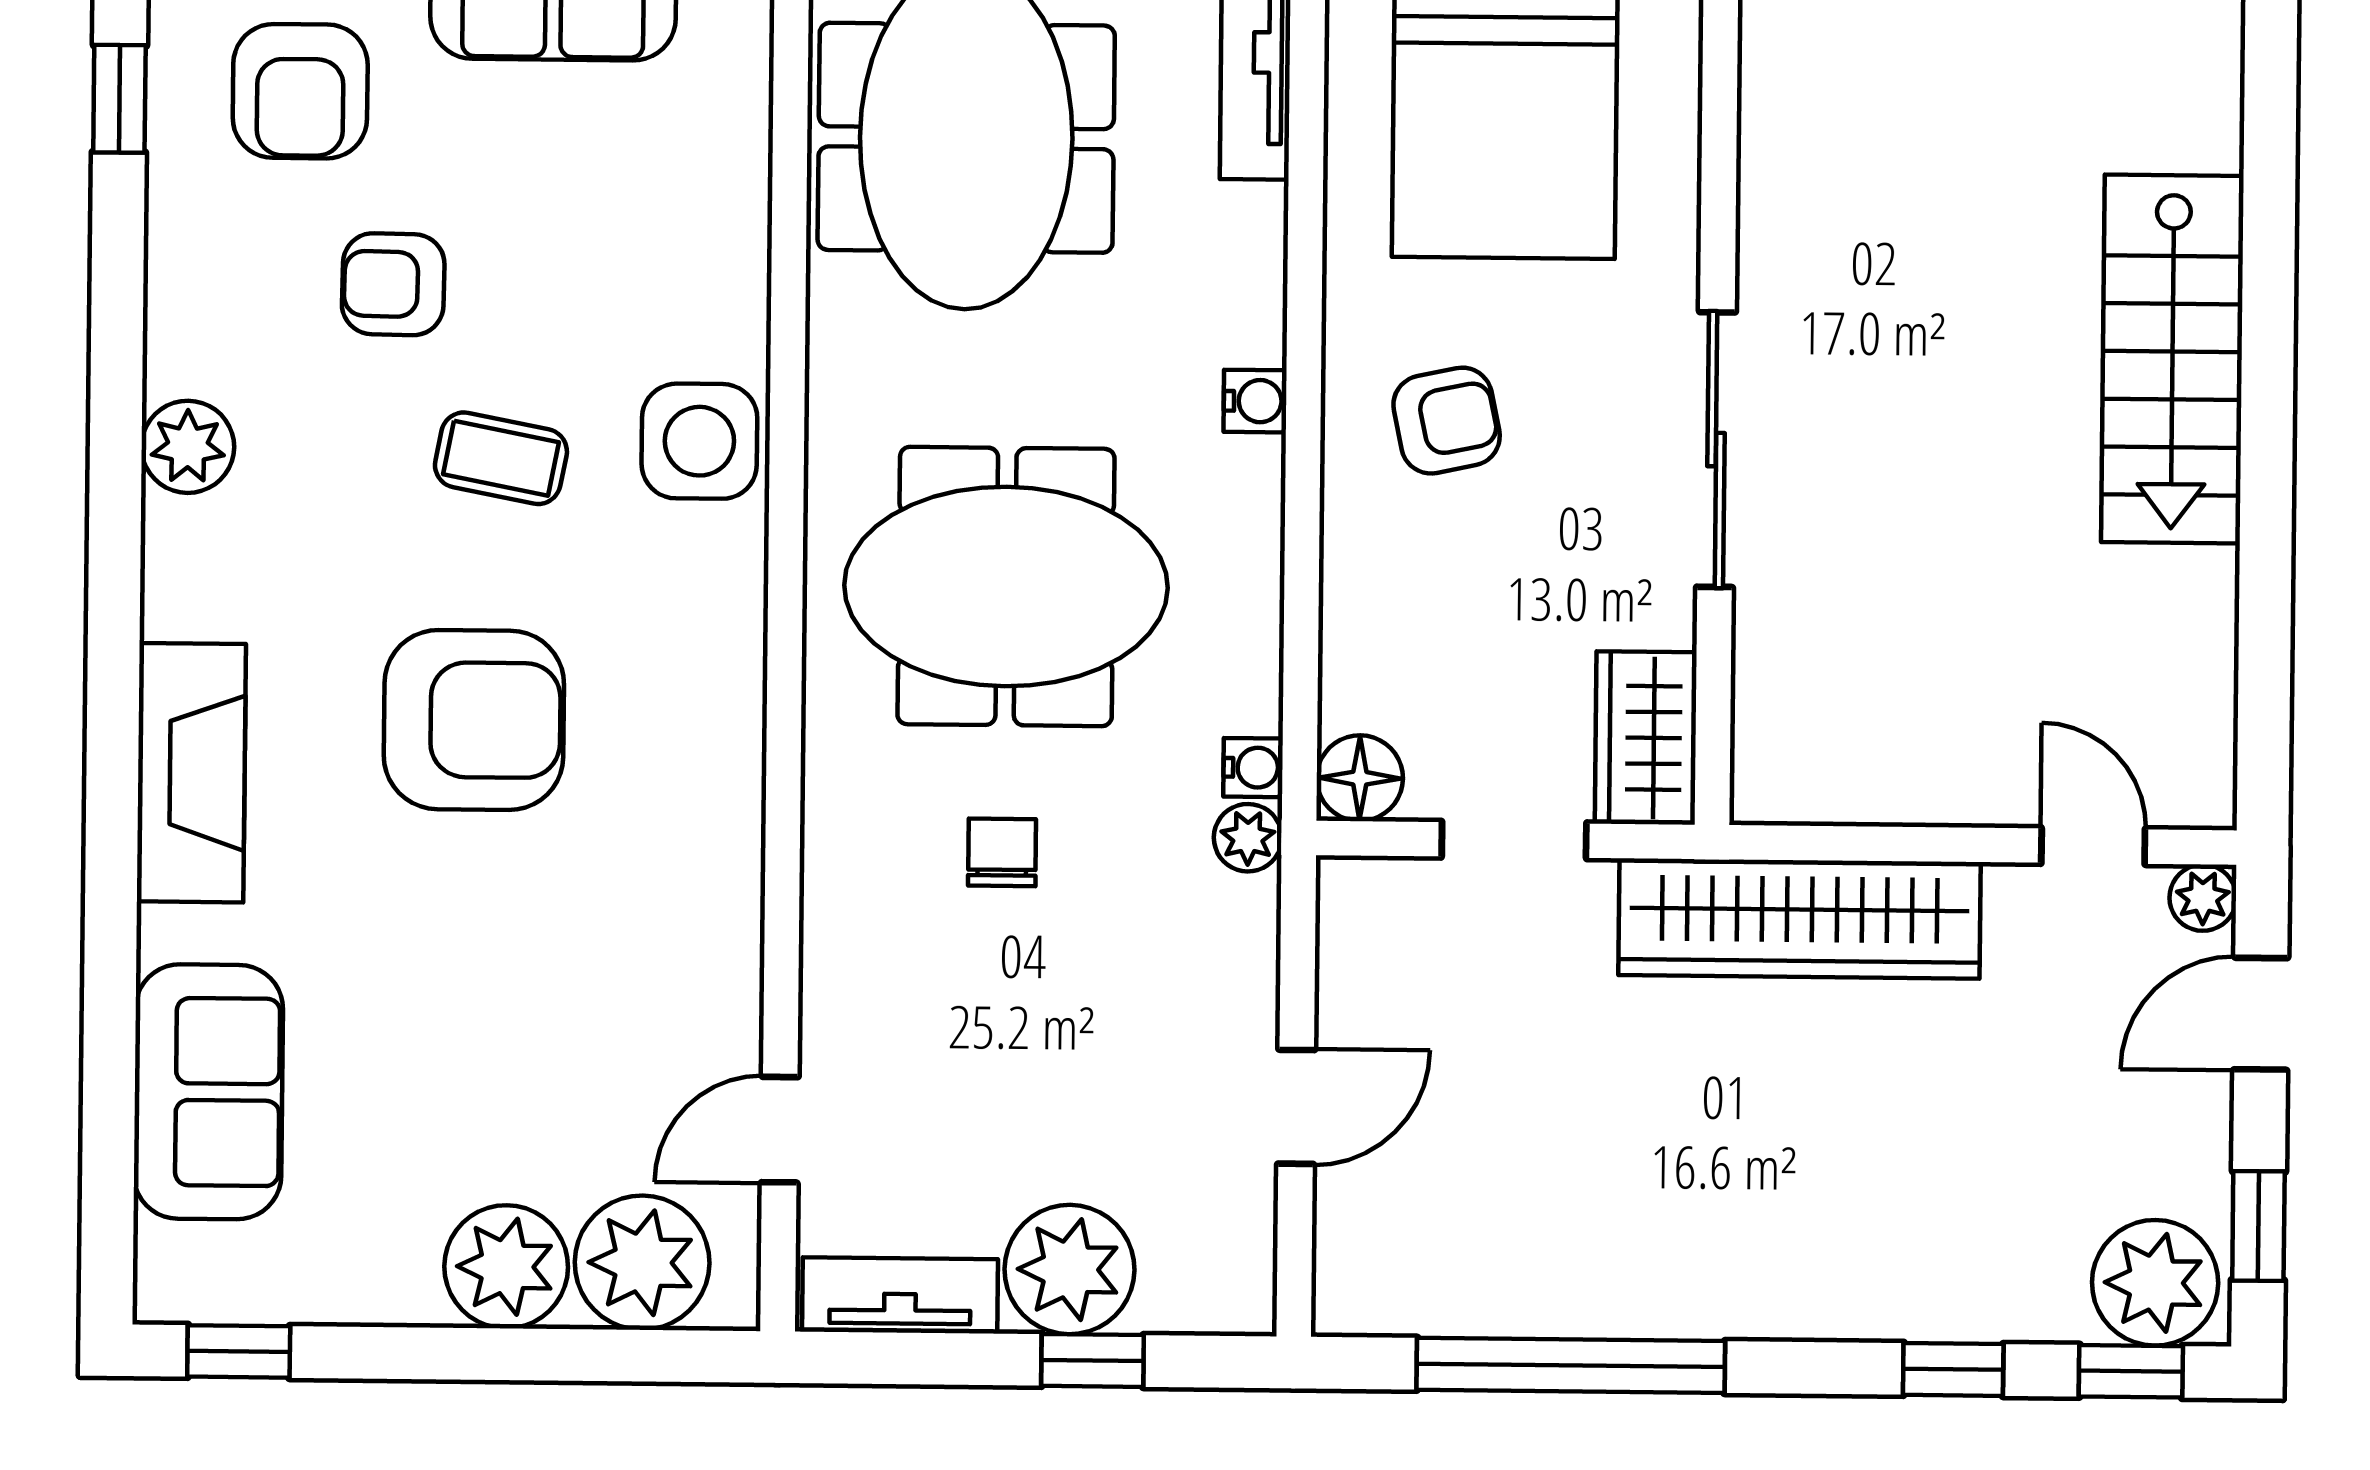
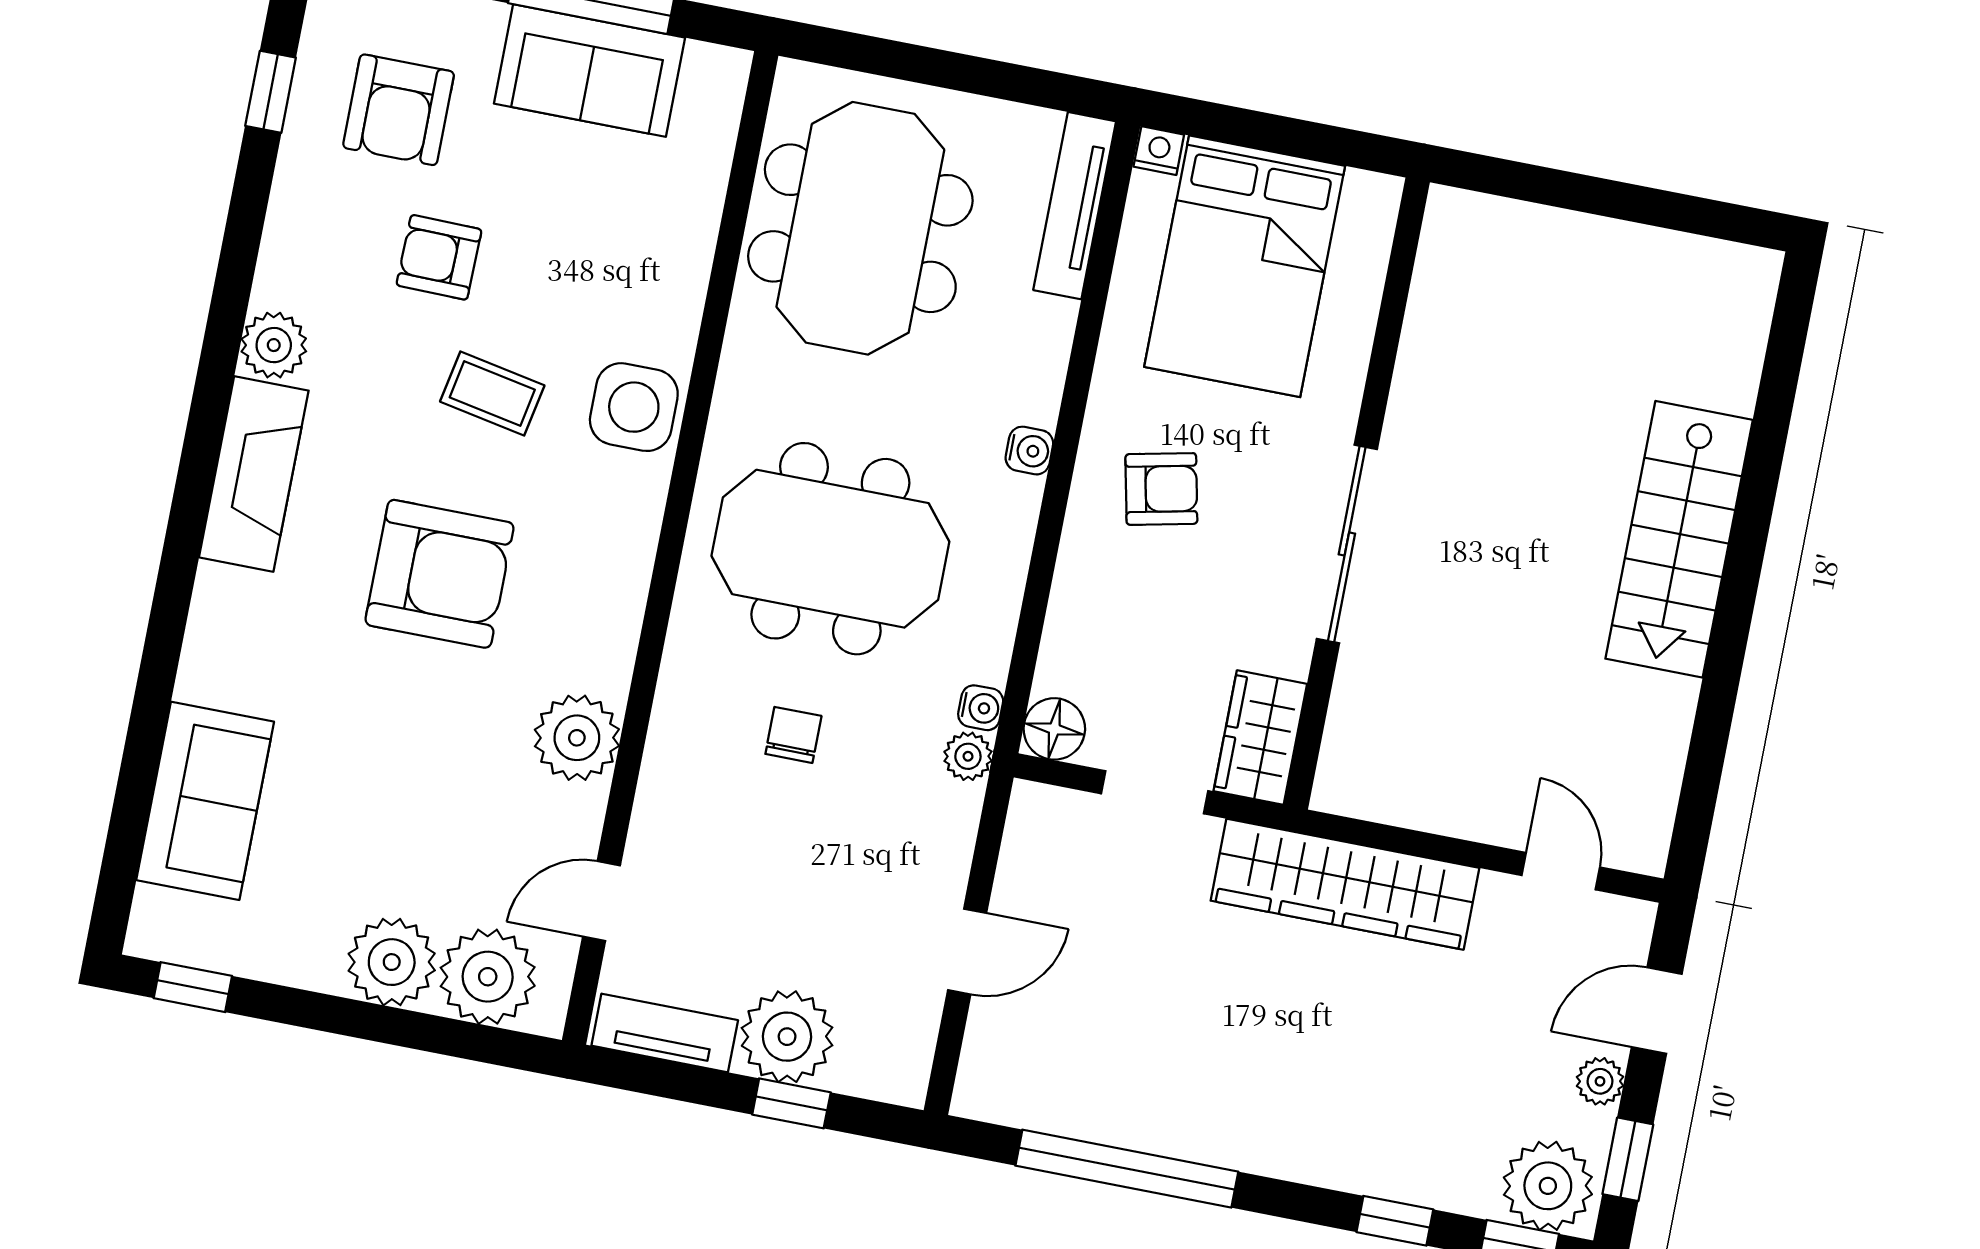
fireplace: (191, 773) -> (254, 474), moved
plant: (2203, 898) -> (1600, 1081), moved
plant: (705, 911) -> (577, 738), added

